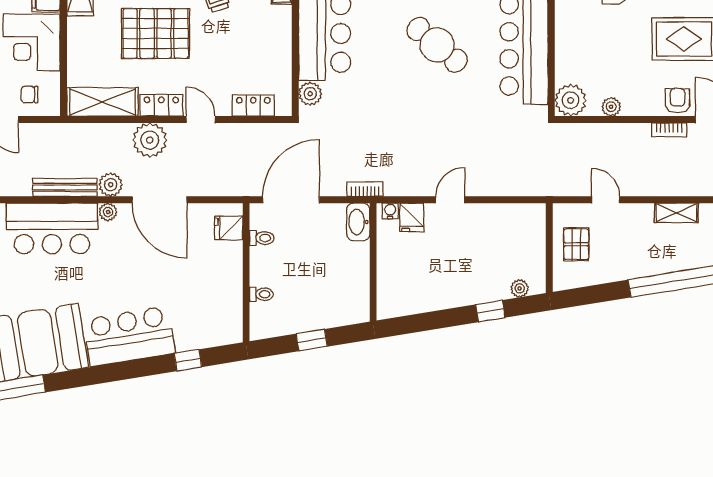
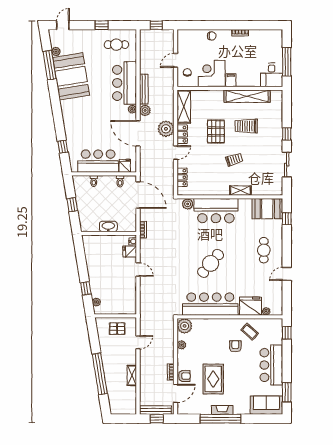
pallet: (156, 33) -> (216, 131), width x0.73, depth x0.71
door: (160, 200) -> (138, 133), hinge flipped
washbasin: (358, 222) -> (108, 226), moved
bar counter: (129, 336) -> (98, 161), moved, turned -81

